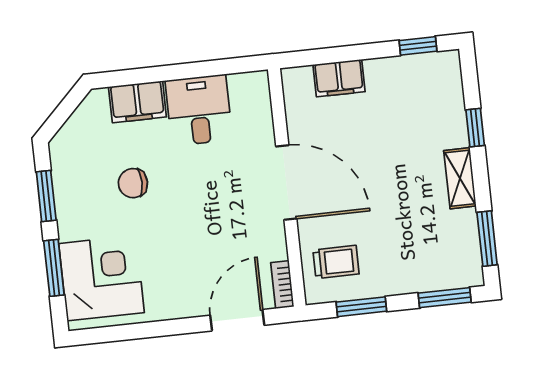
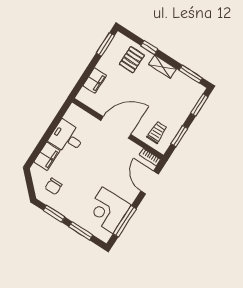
window: (418, 46) -> (105, 44), width x1.50
pallet: (429, 114) -> (132, 60), added
chair: (133, 183) -> (54, 186), moved
corner desk: (102, 278) -> (108, 210), moved, turned -90
window: (134, 331) -> (125, 221), added

